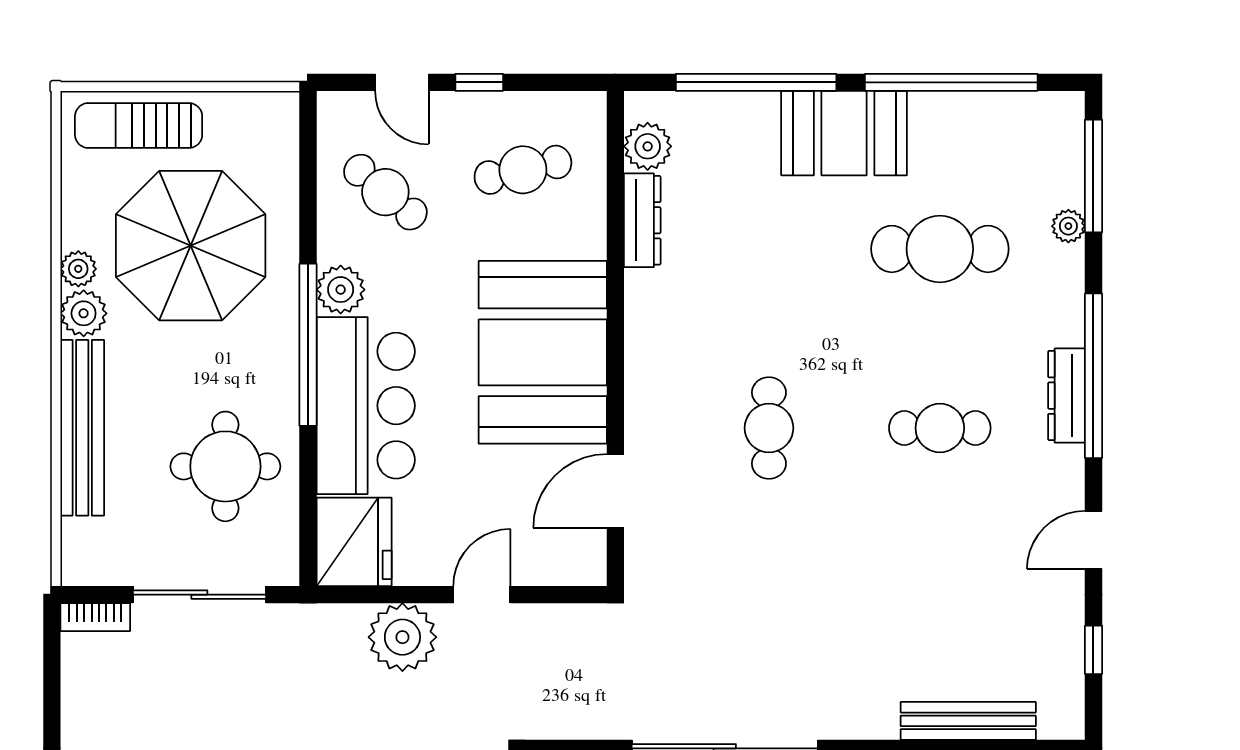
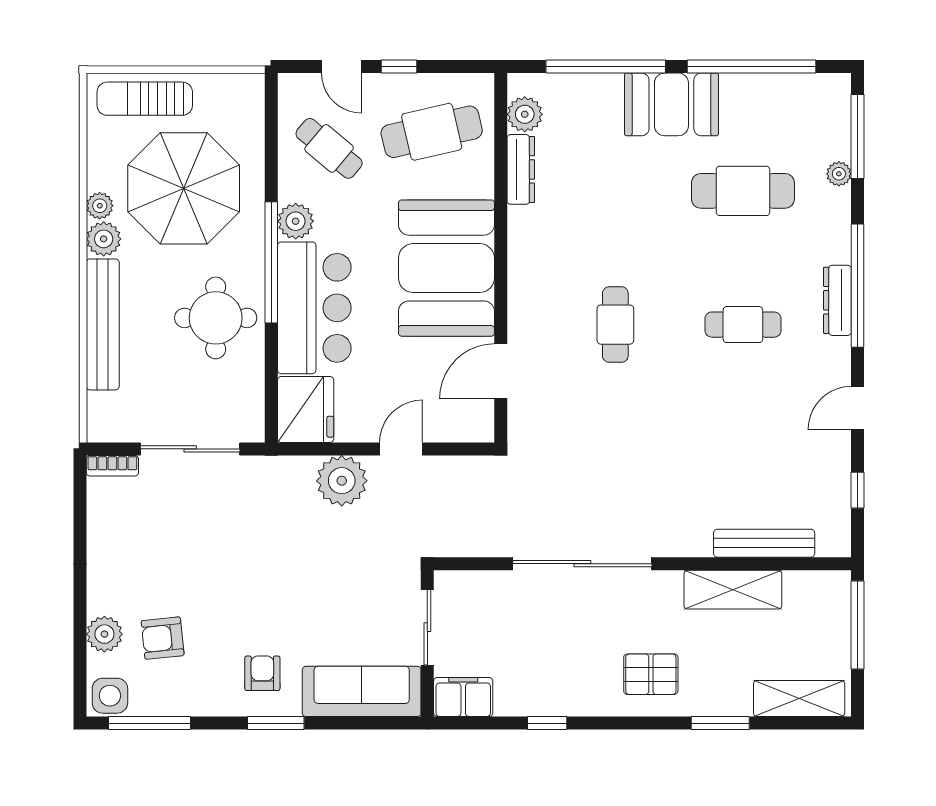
cafe table: (523, 170) -> (432, 132), width x1.37, depth x1.35
round table: (225, 466) -> (216, 318), moved

